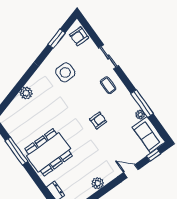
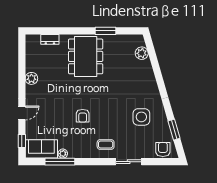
plant: (26, 93) -> (142, 53), moved
window: (142, 103) -> (60, 162), moved
window: (16, 151) -> (105, 31), width x0.69

